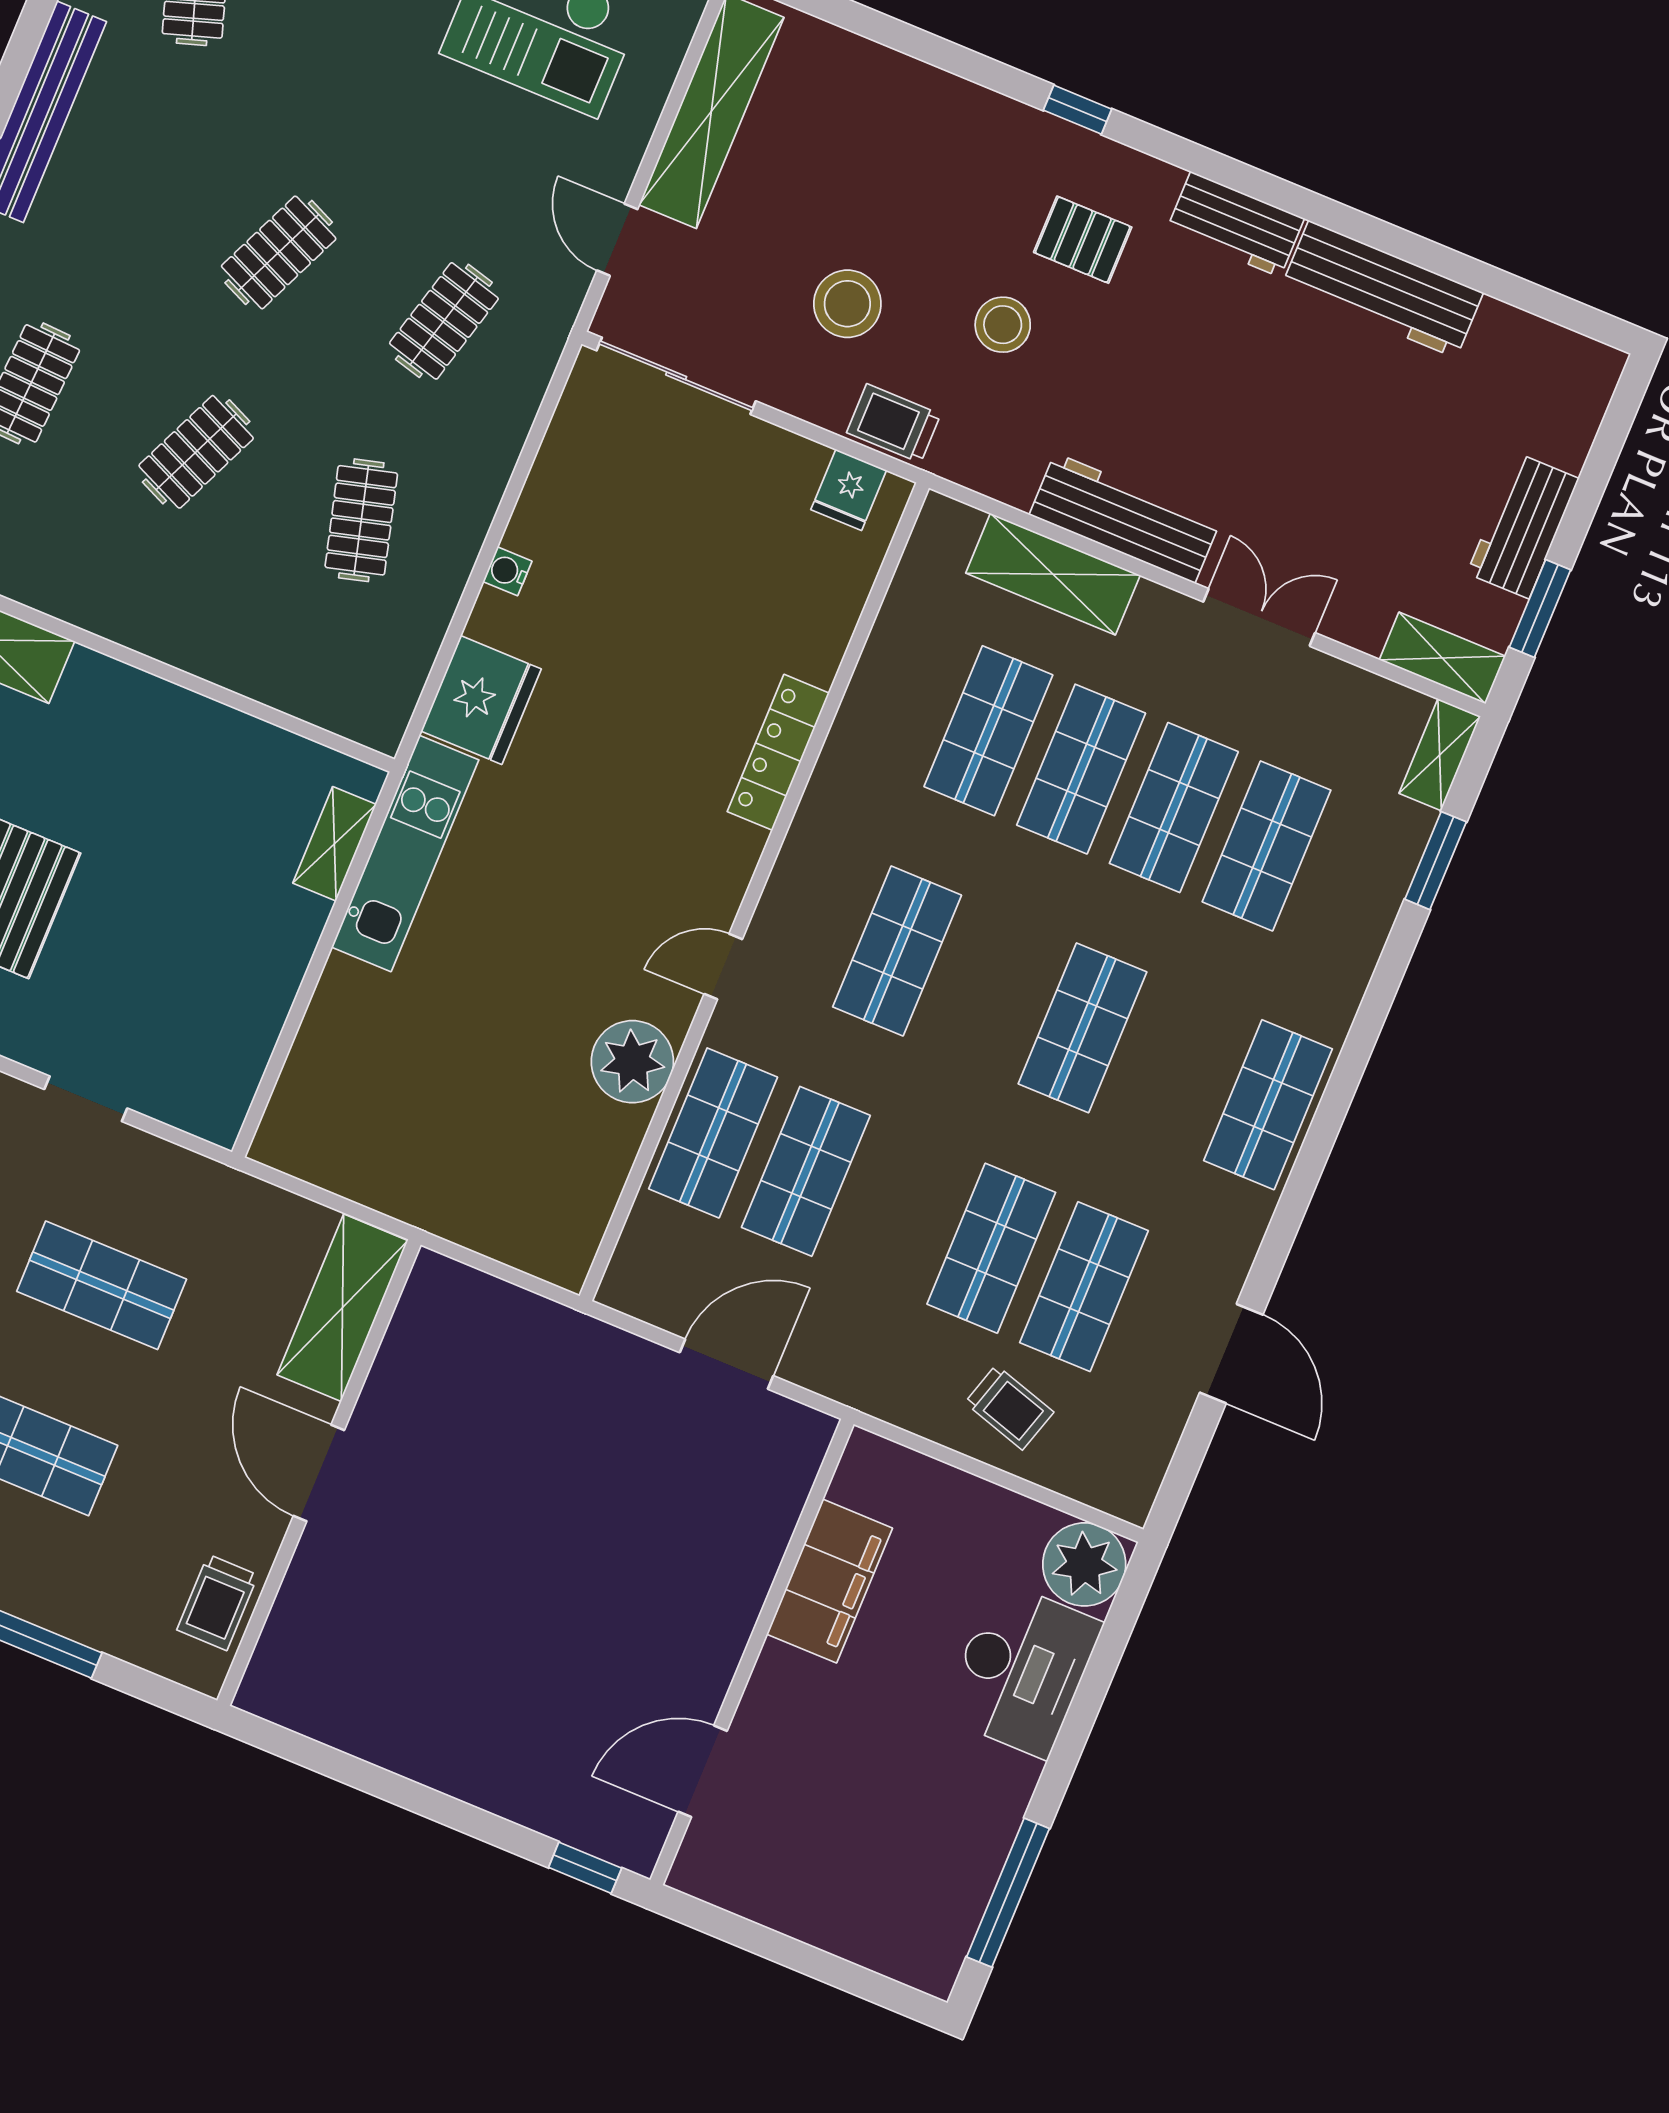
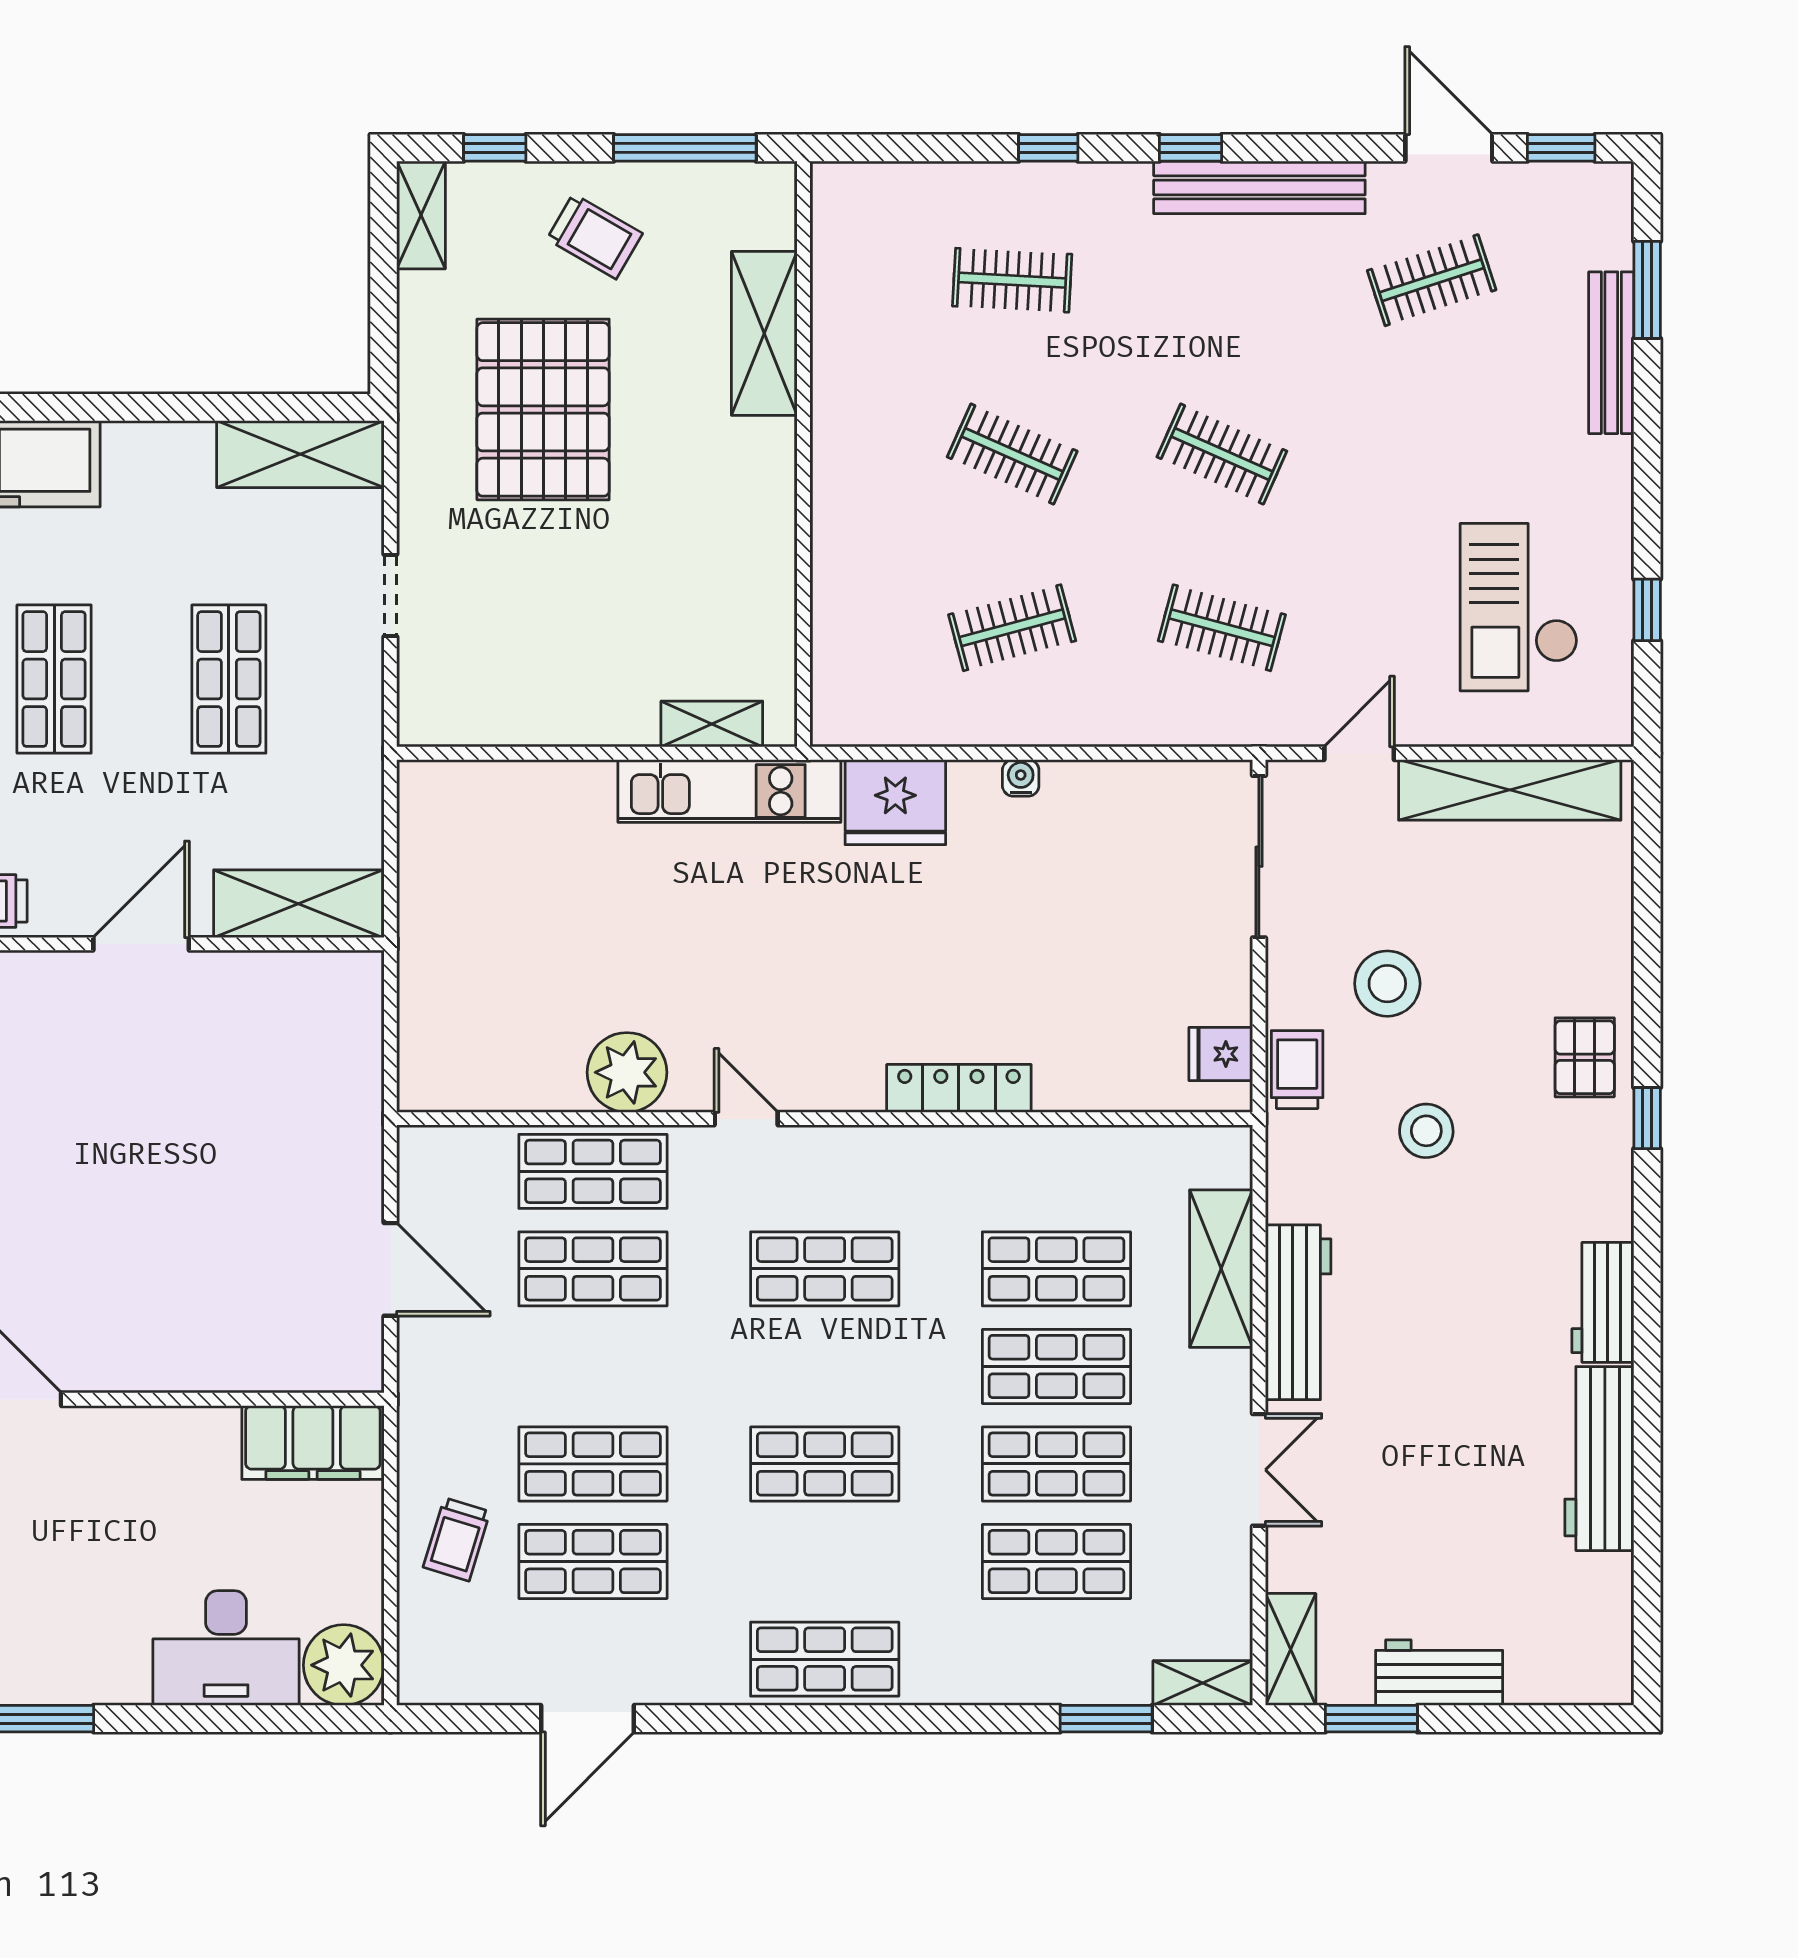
pallet: (1083, 240) -> (1585, 1057), moved
filing cabinet: (830, 1581) -> (313, 1443), moved

